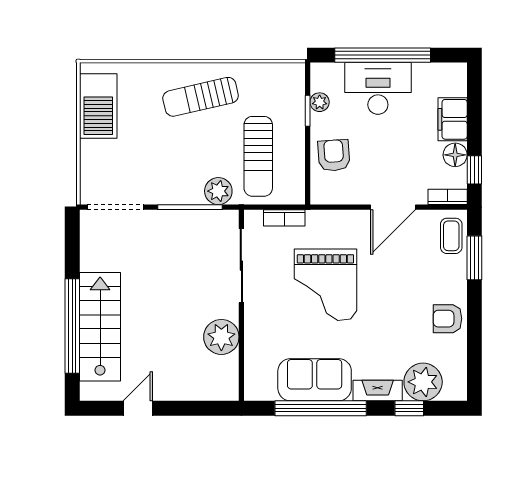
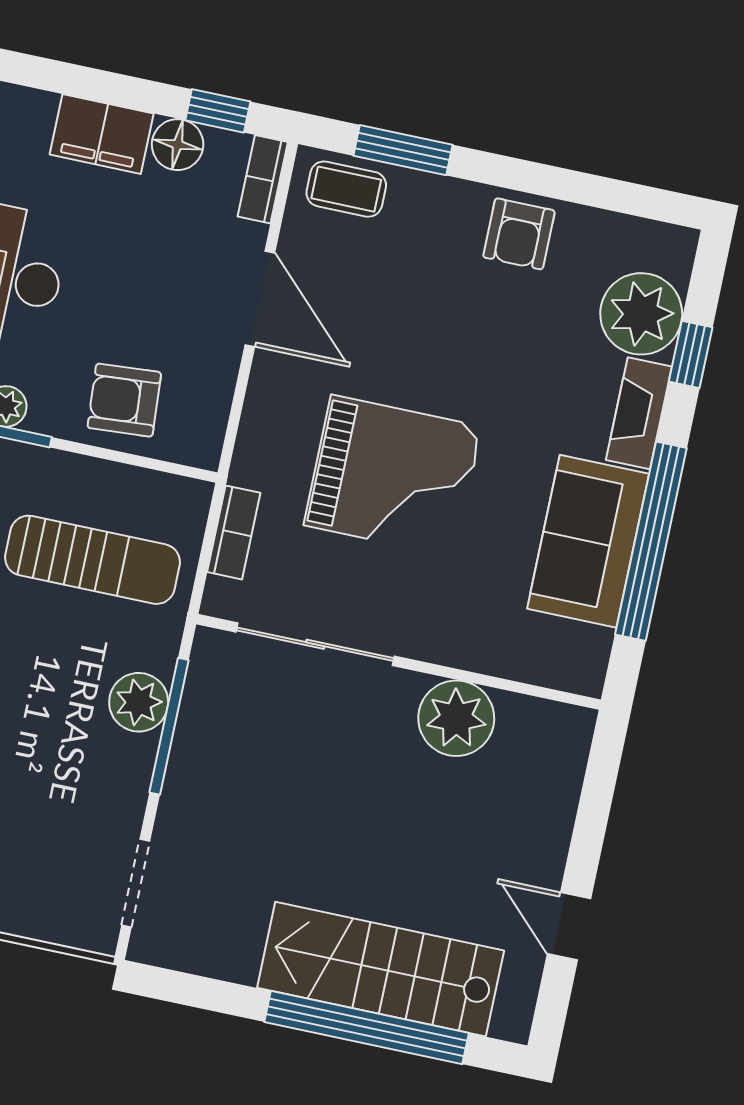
plant: (218, 191) -> (139, 702), moved
doorway: (115, 207) -> (136, 883), width x0.73

